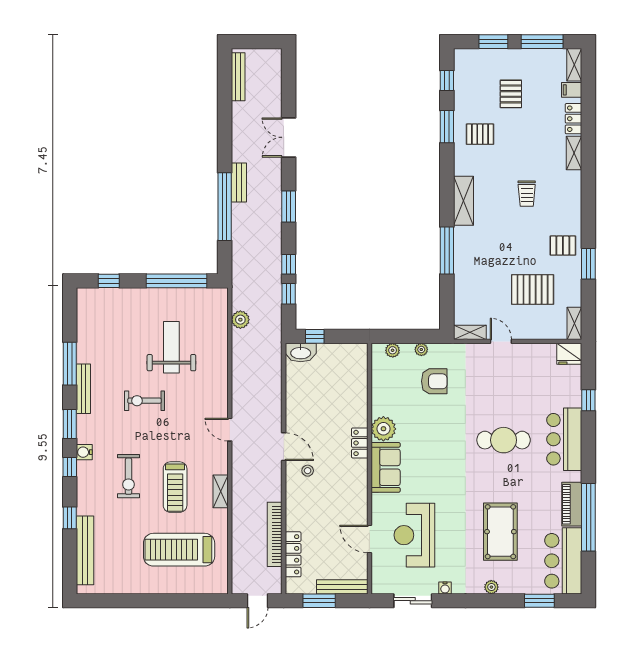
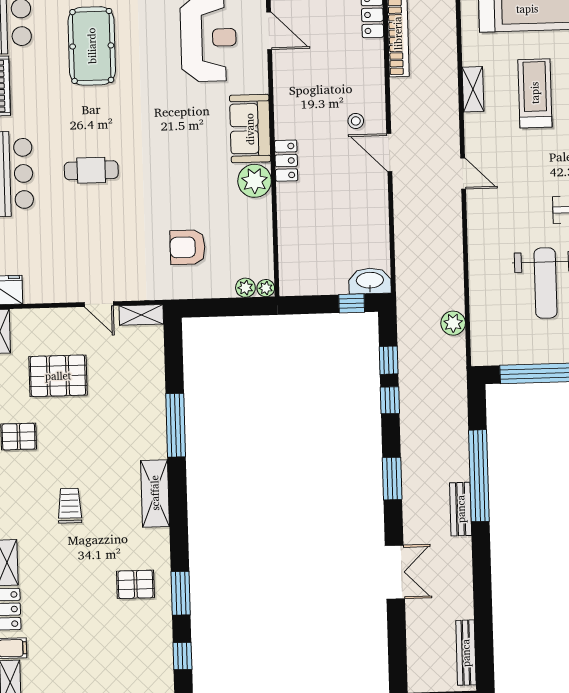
pallet: (511, 94) -> (95, 640), removed
plant: (421, 350) -> (266, 288), moved
cafe table: (504, 440) -> (91, 170), width x0.73, depth x0.74

